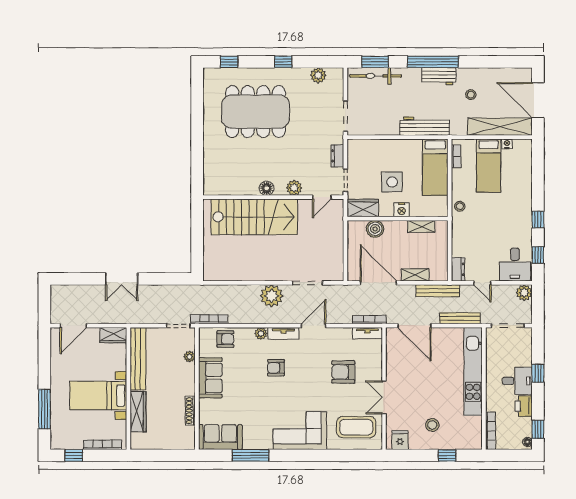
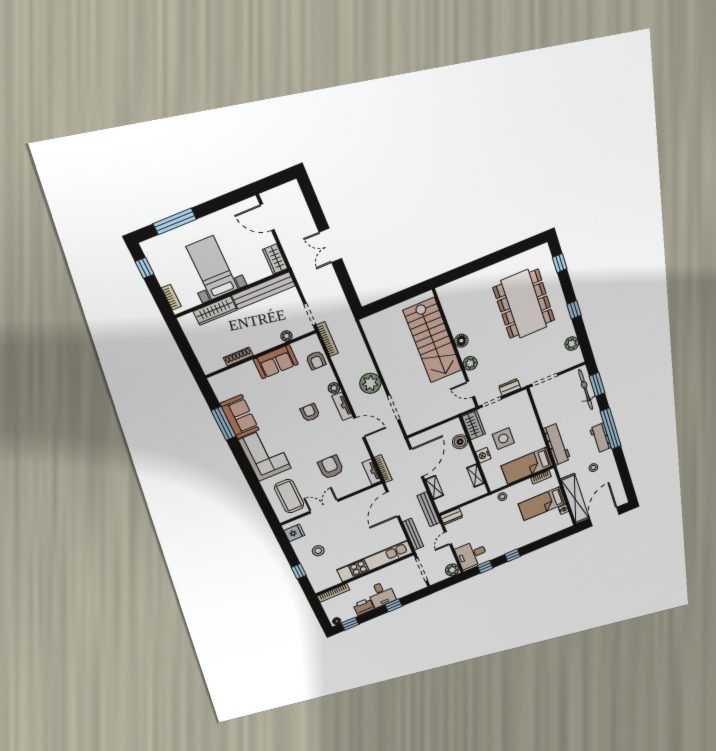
sofa: (220, 437) -> (240, 417), moved
bookcase: (103, 445) -> (171, 297), width x0.64

